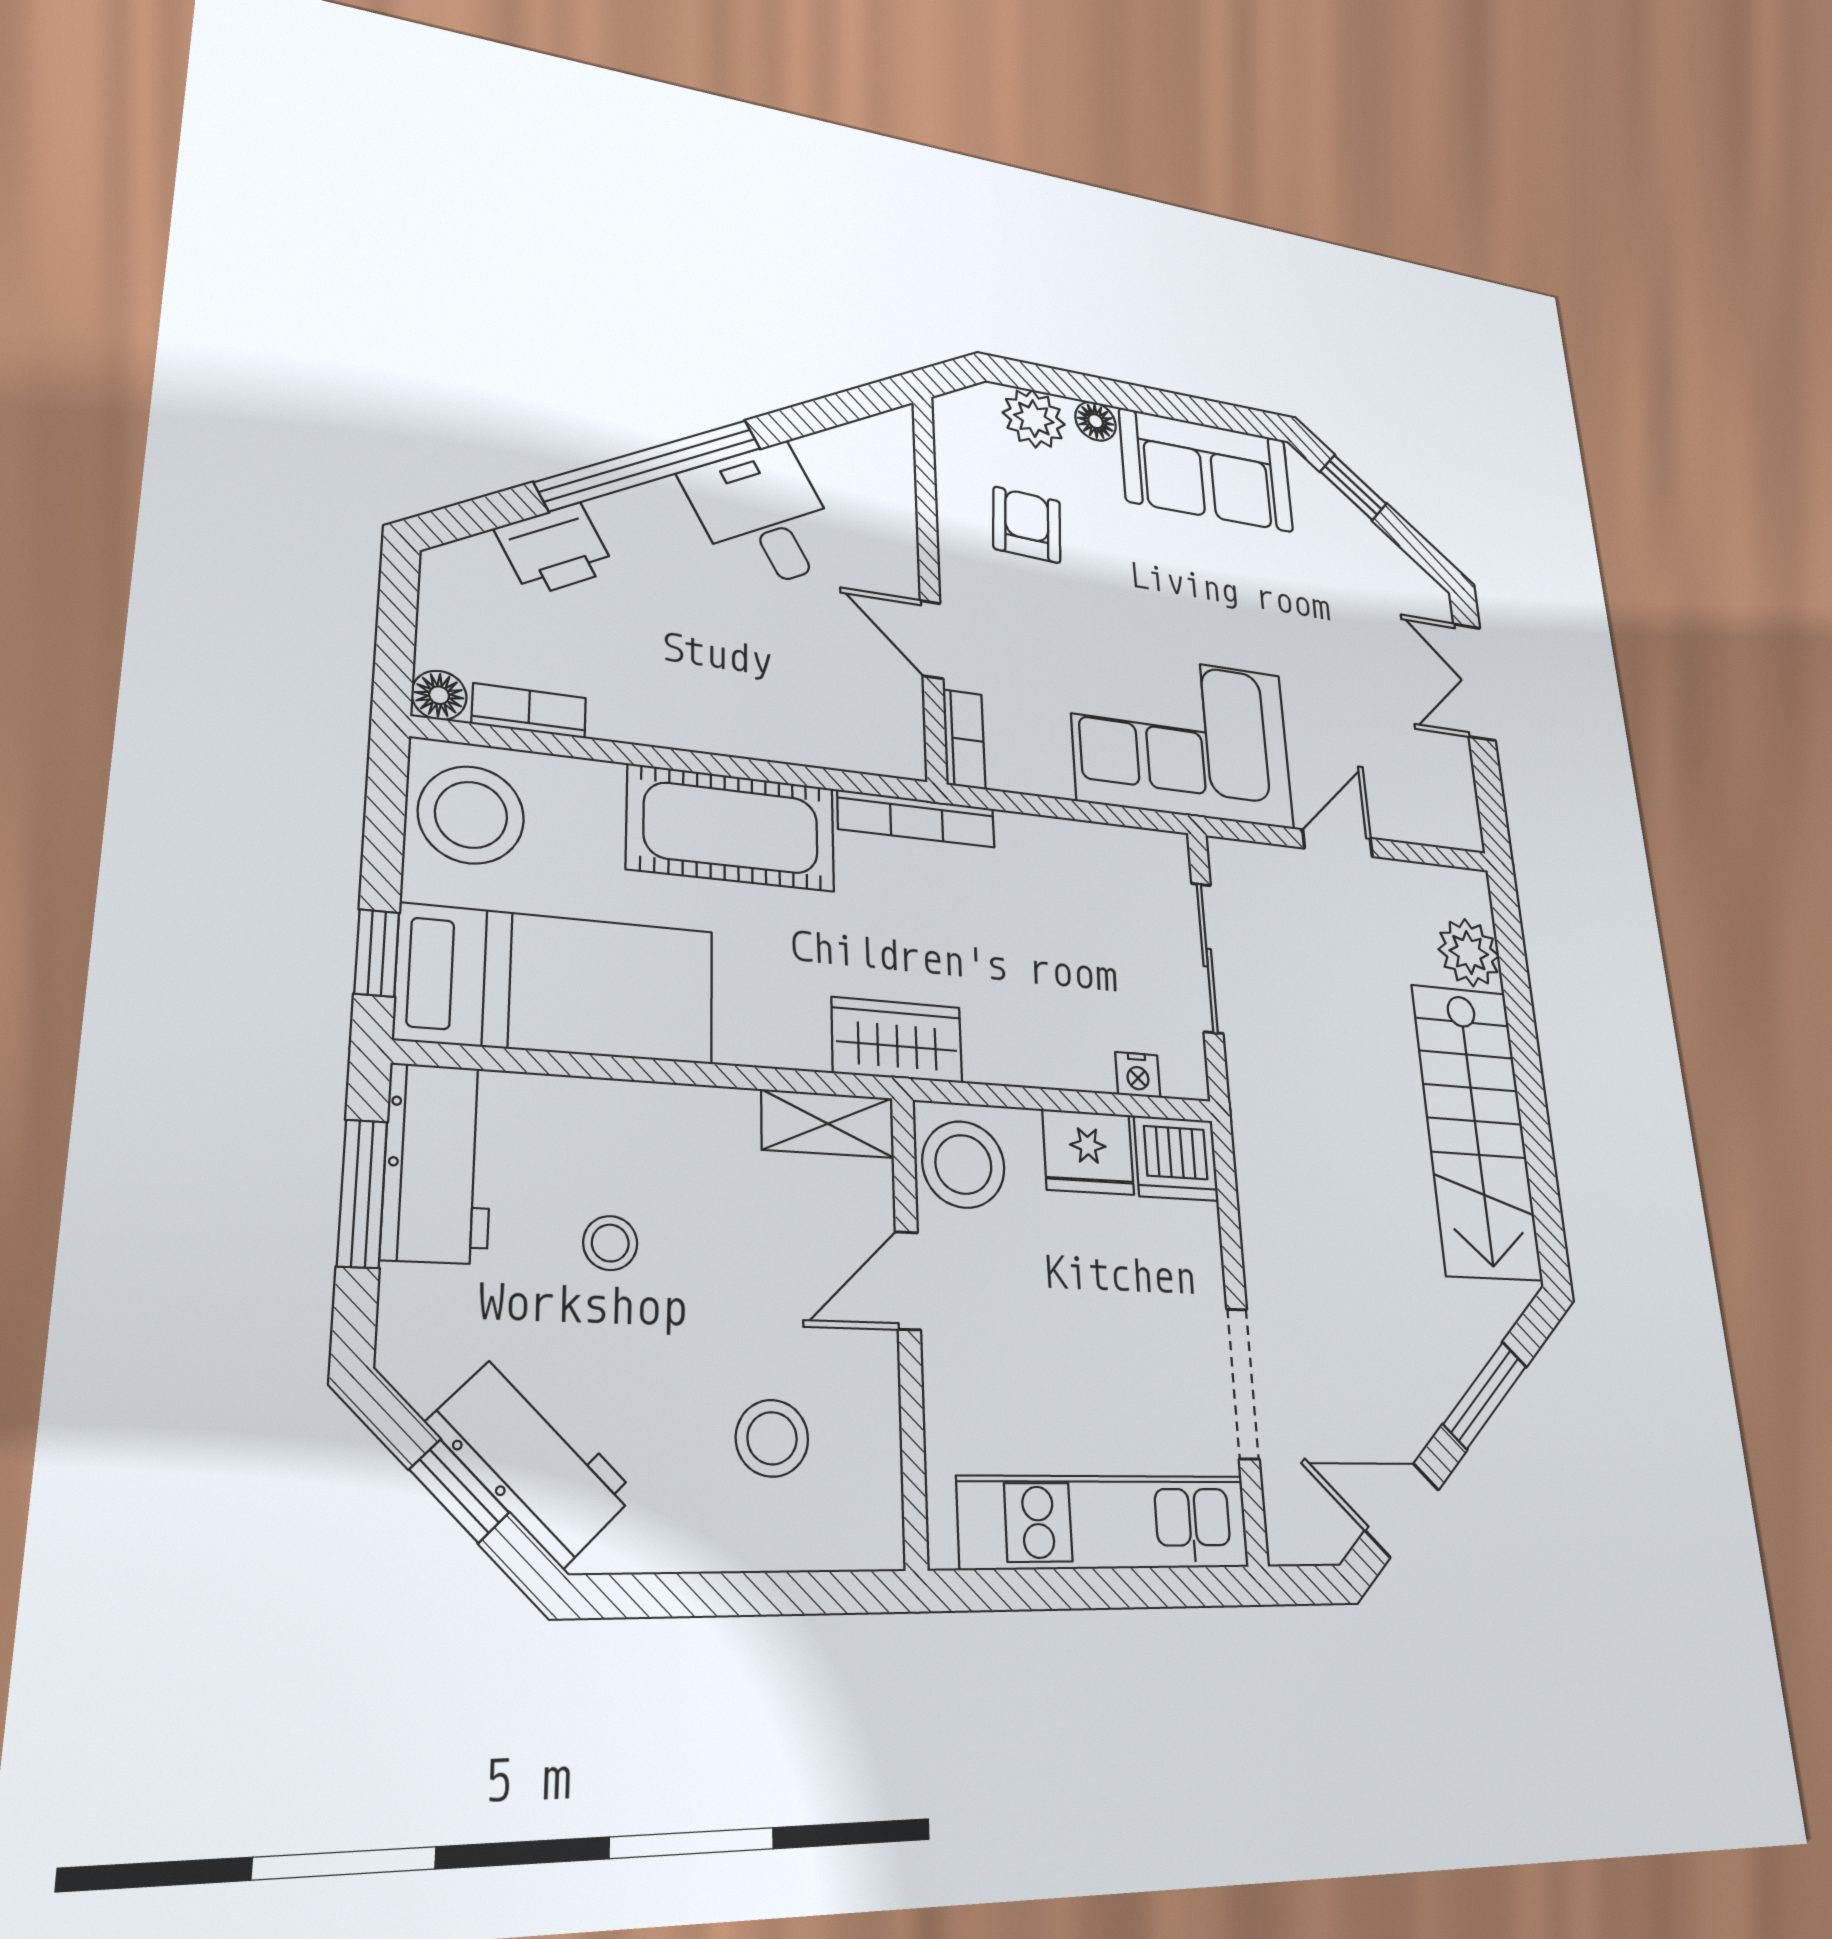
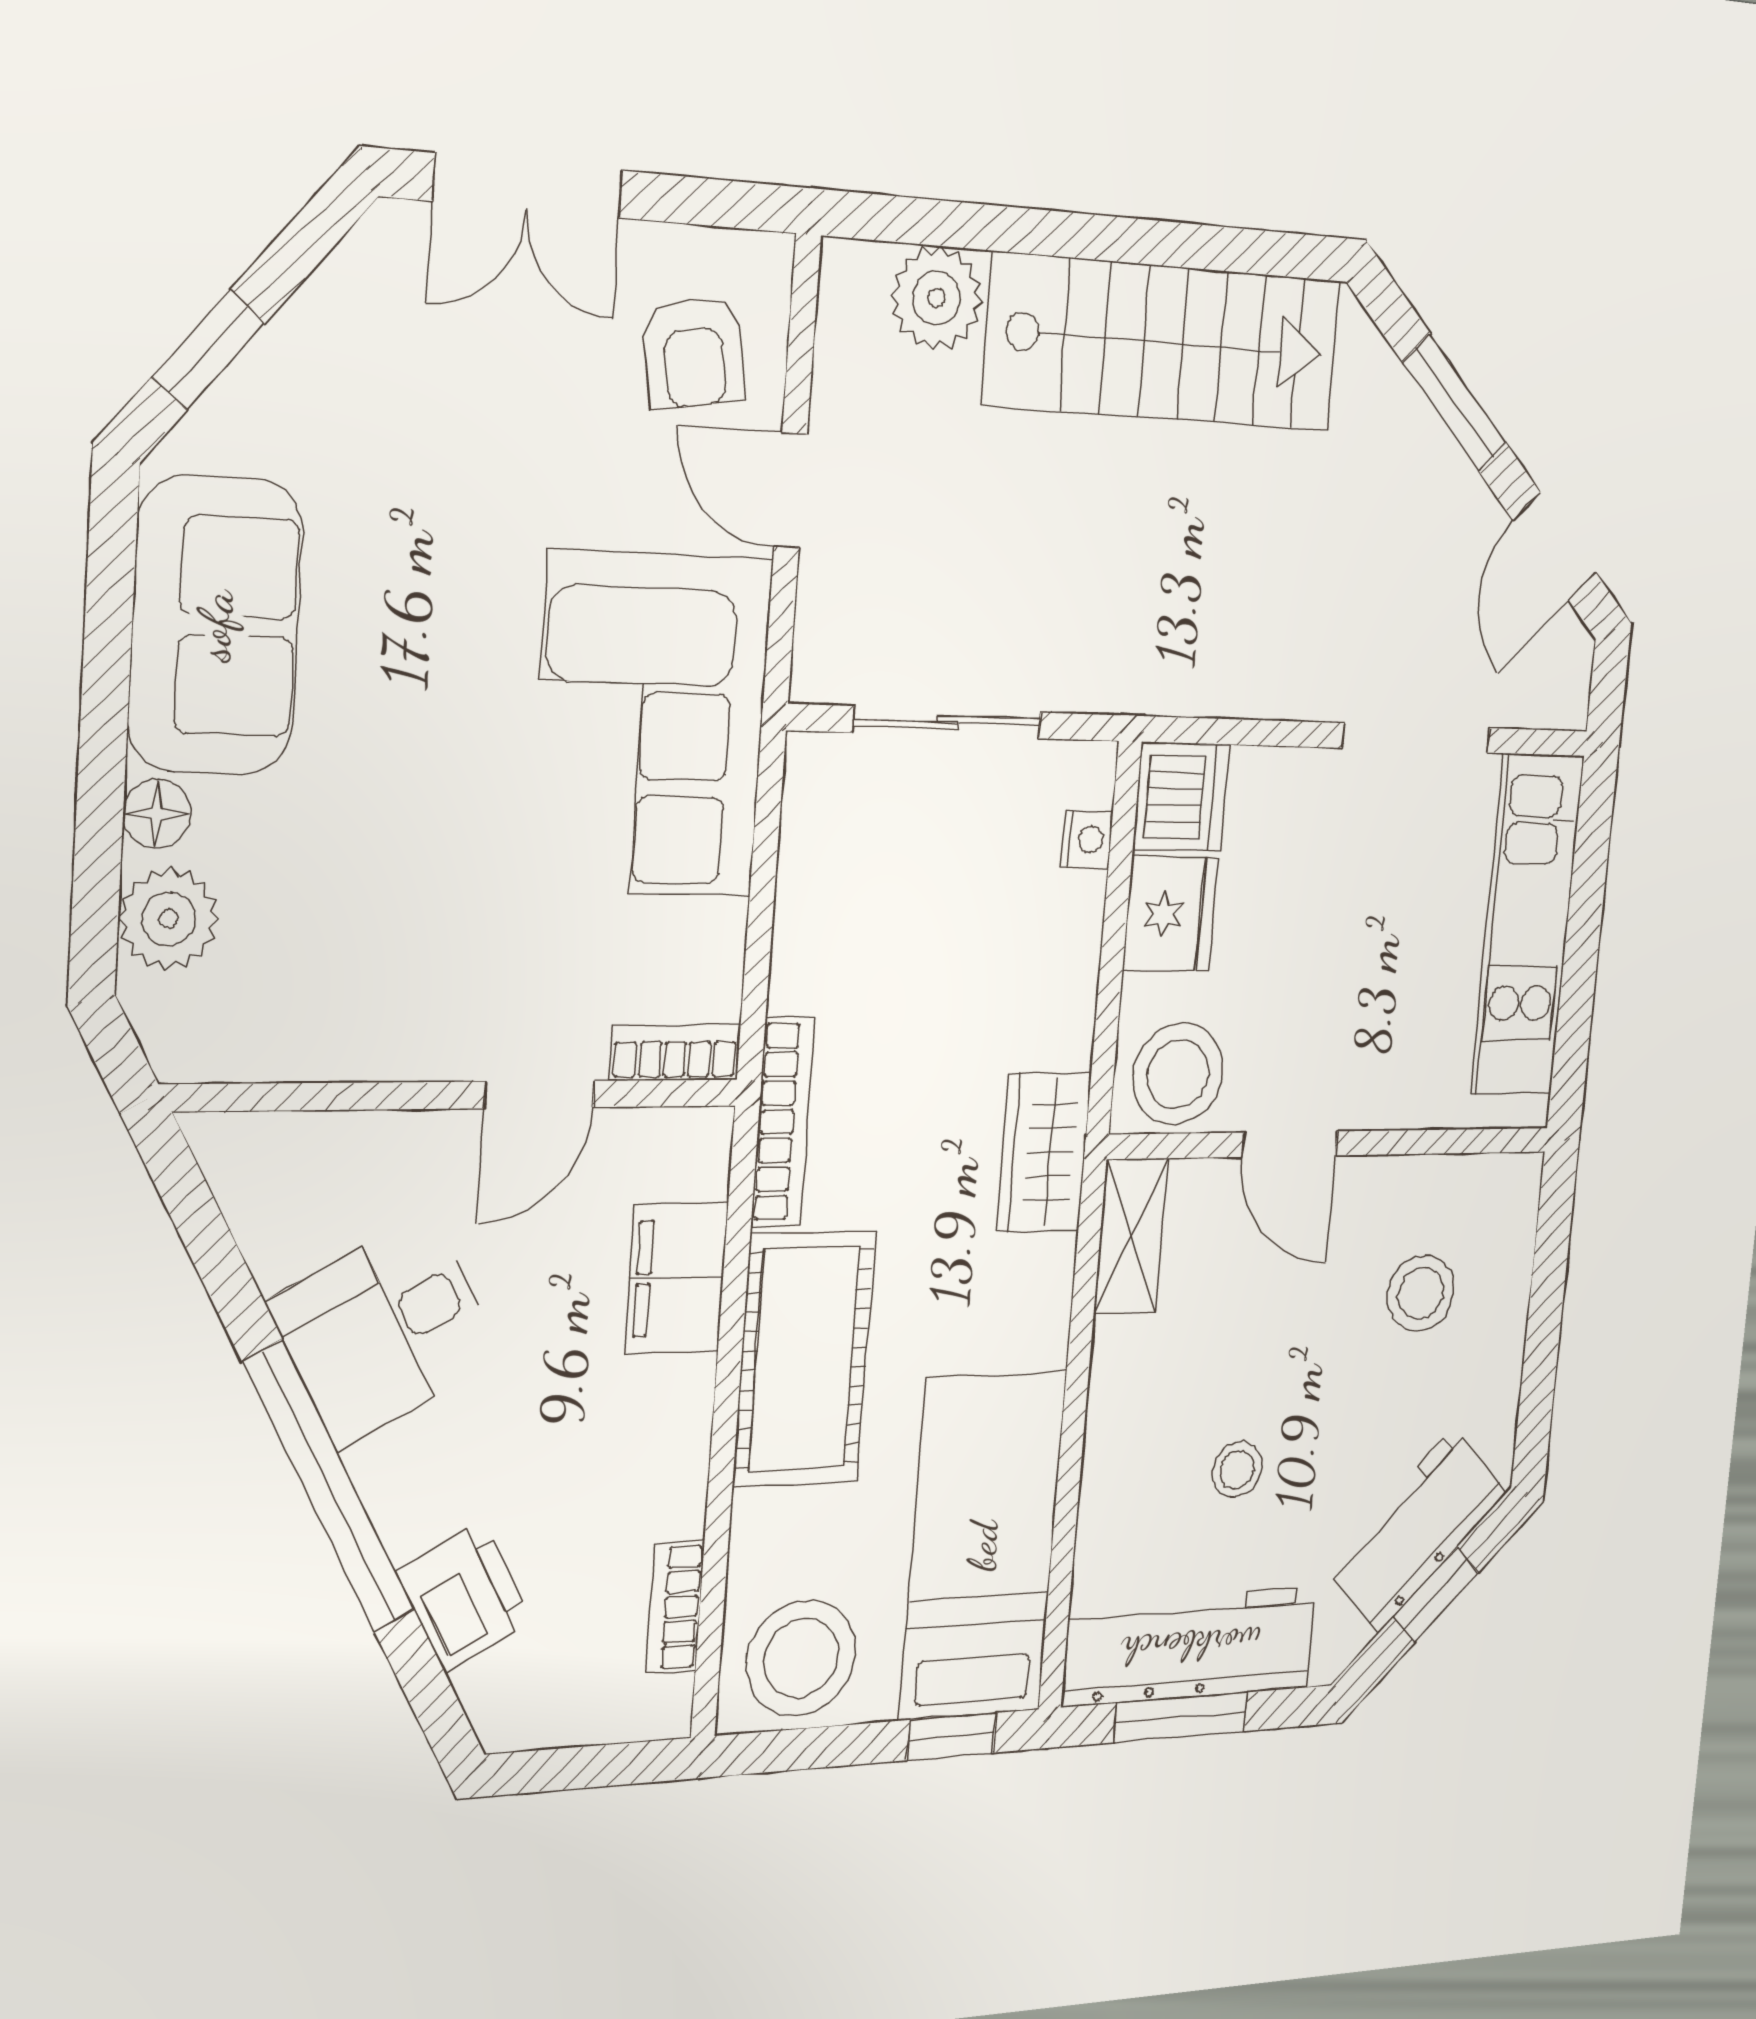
armchair: (1027, 525) -> (694, 353), moved, turned -102
floor lamp: (439, 695) -> (664, 1710), removed
filing cabinet: (798, 729) -> (676, 1278), added
workbench: (438, 1163) -> (1190, 1646), width x1.37

